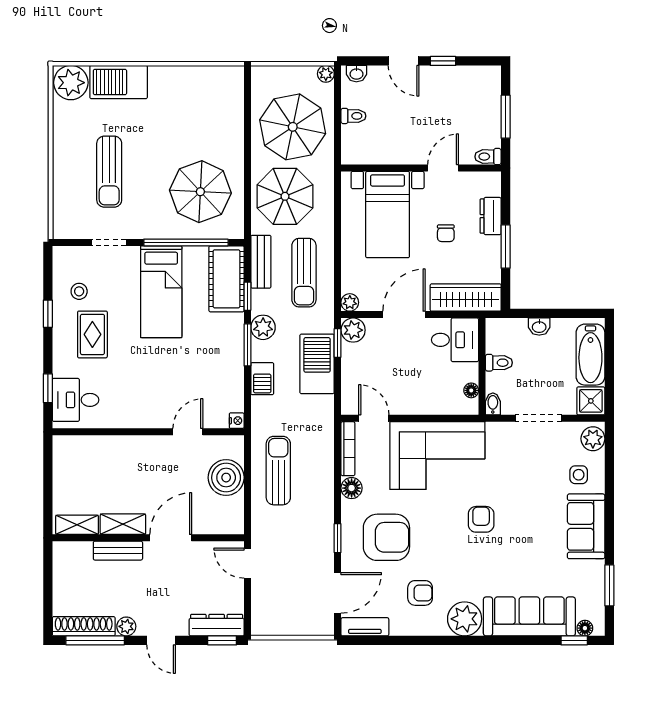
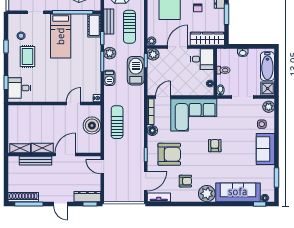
cot: (226, 279) -> (94, 25), width x0.73, depth x0.75
door: (374, 418) -> (163, 97), hinge flipped
bench: (118, 551) -> (35, 161), width x1.36
plant: (126, 626) -> (44, 197), removed

